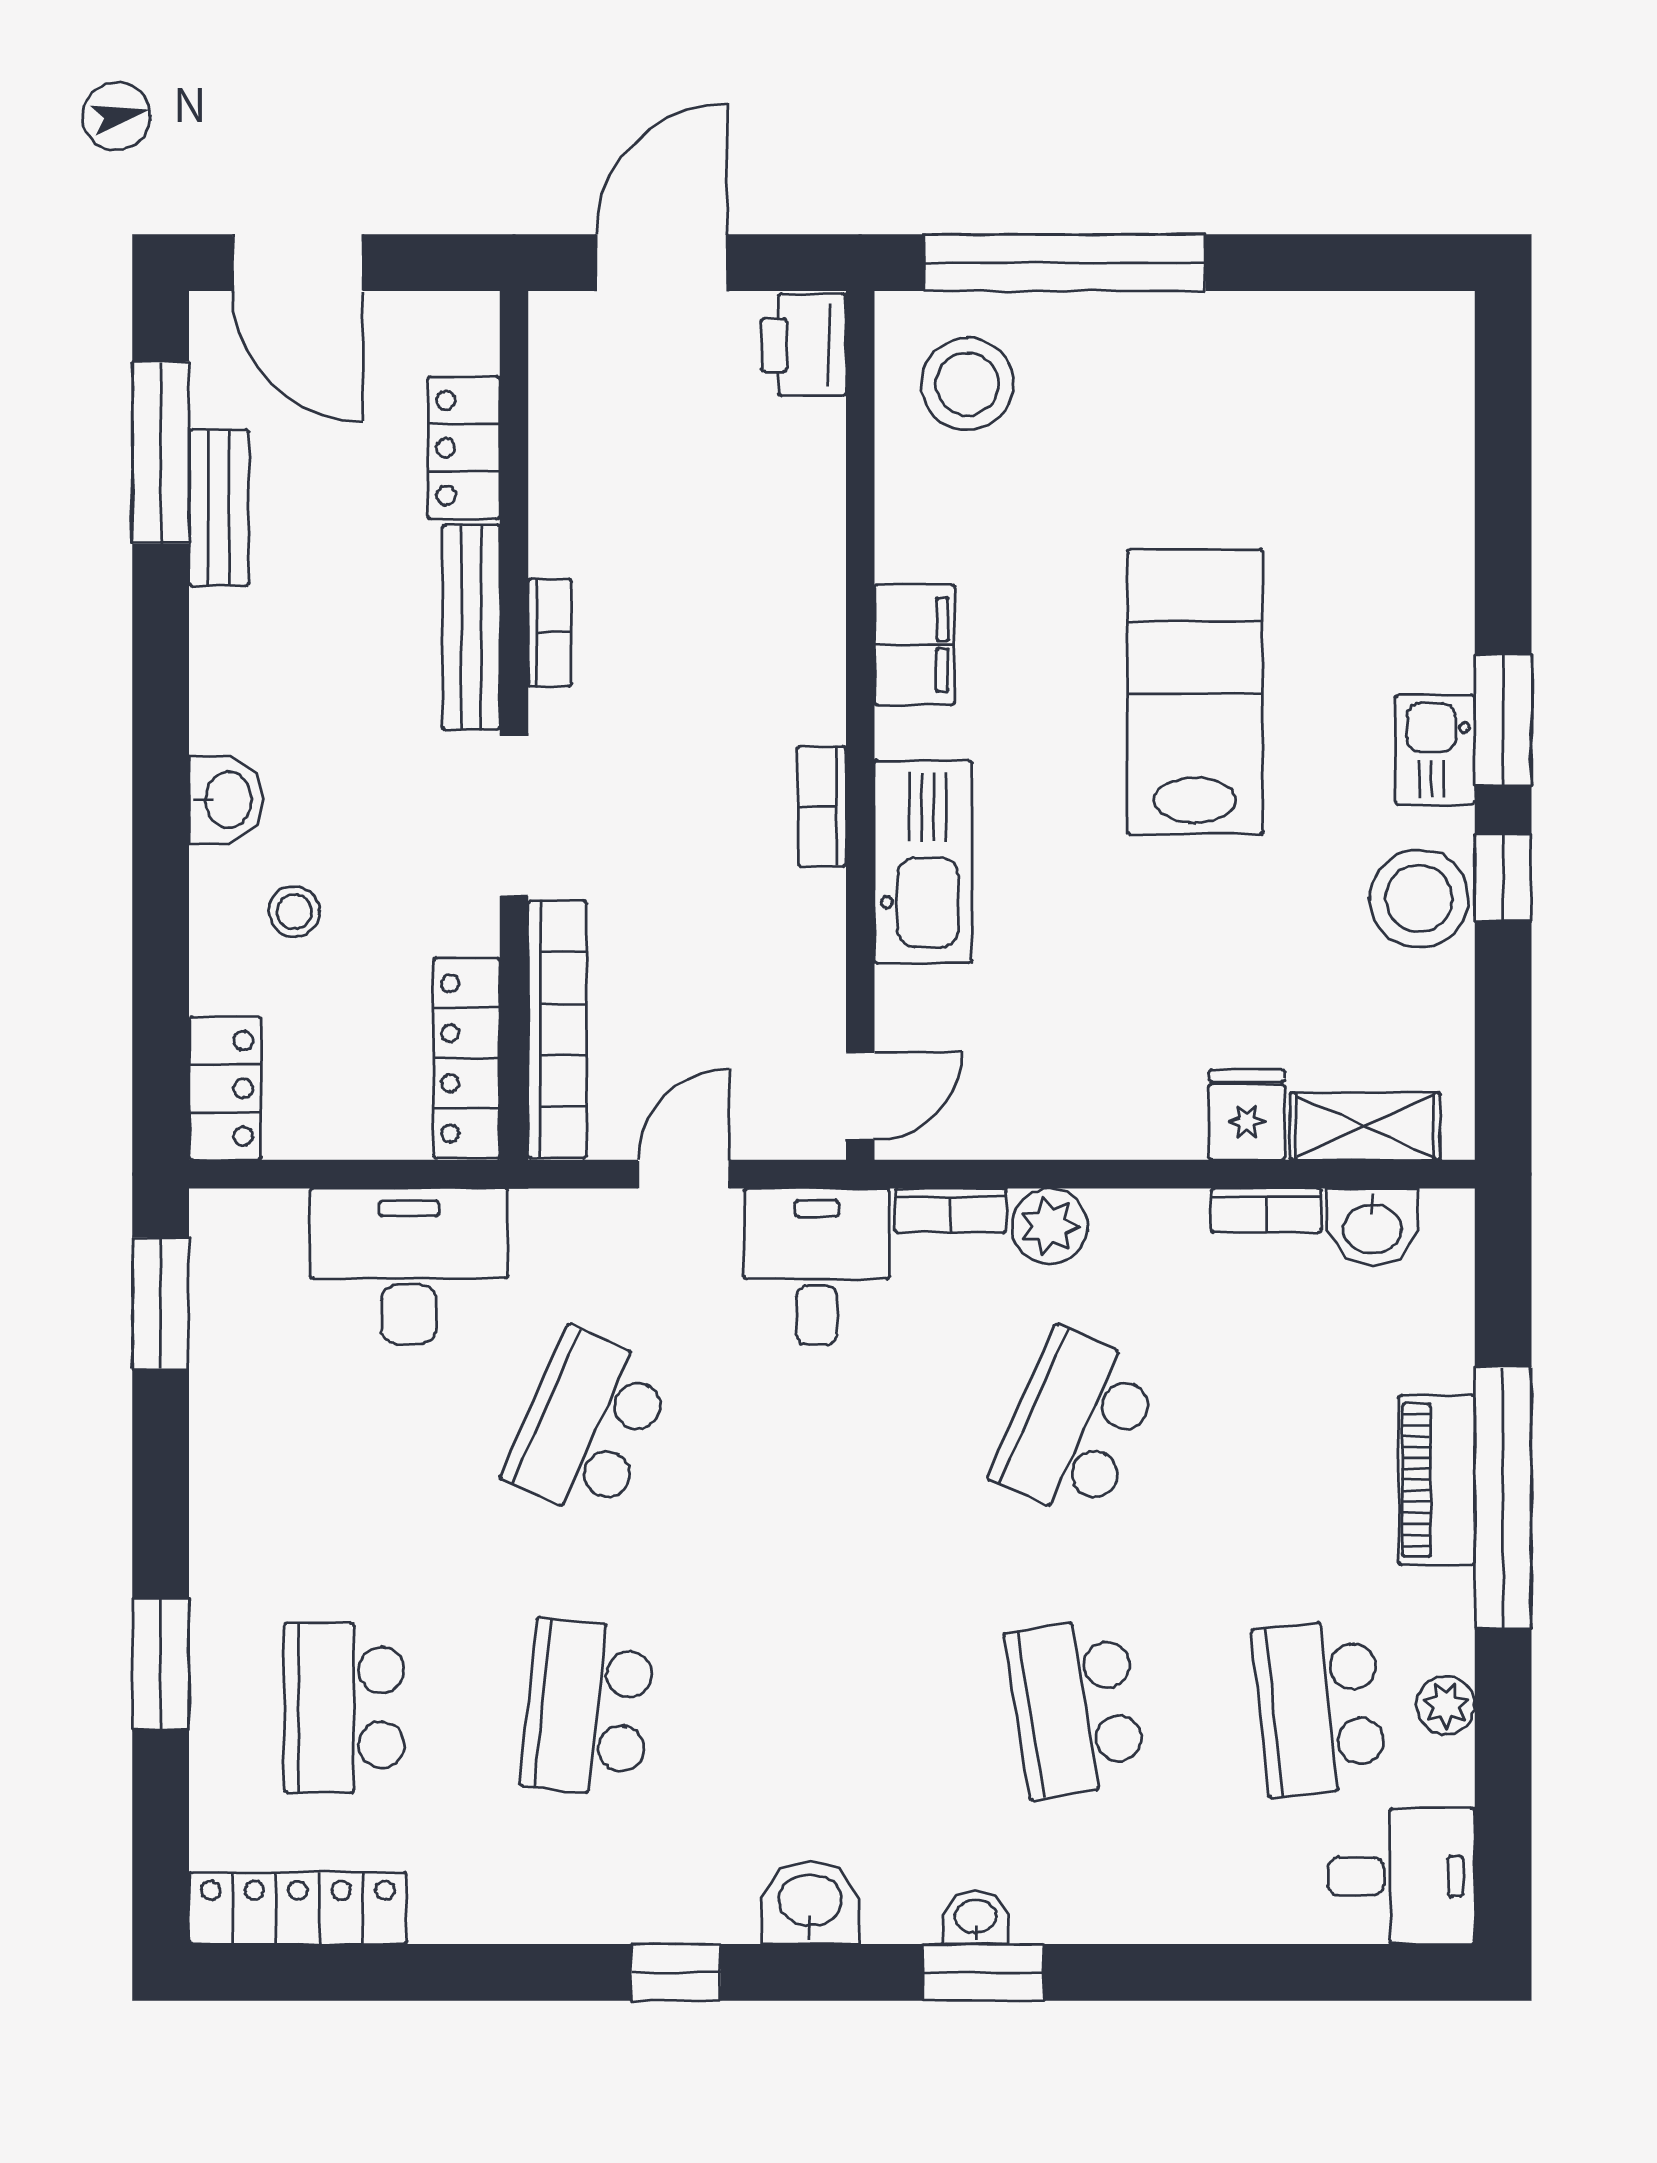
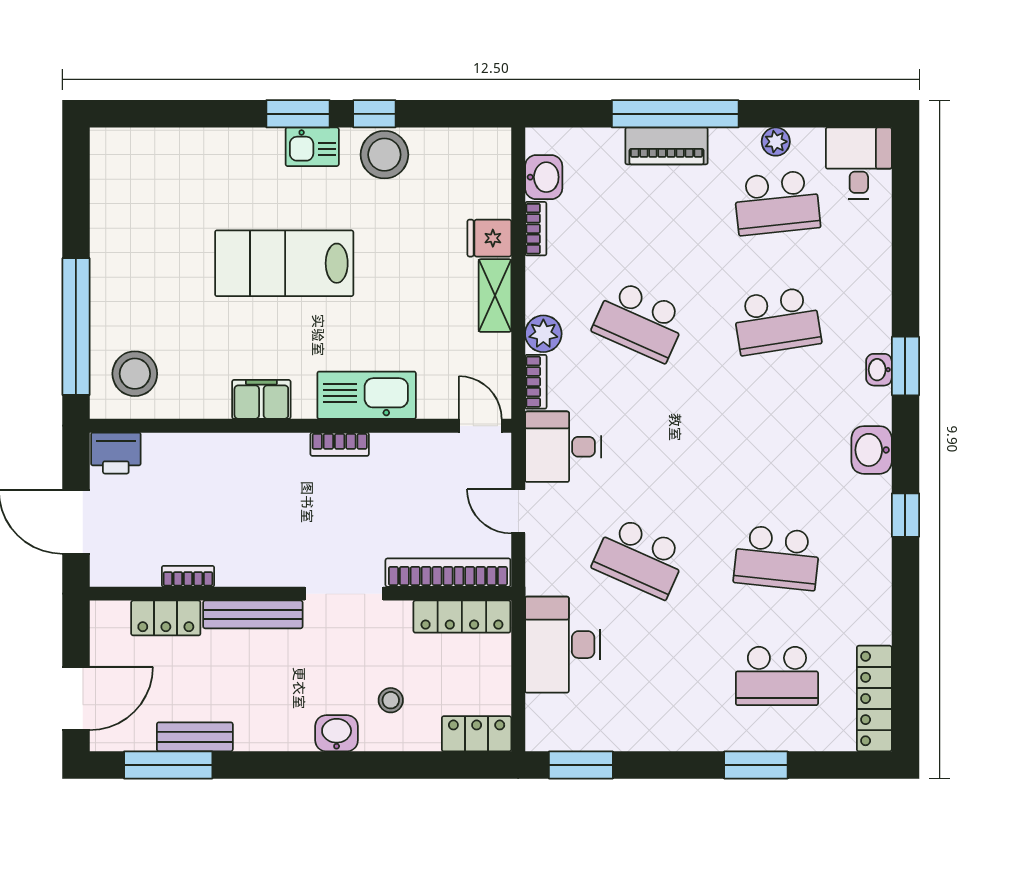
bookcase: (550, 633) -> (188, 576), moved
shelving: (1365, 1126) -> (495, 296), moved

